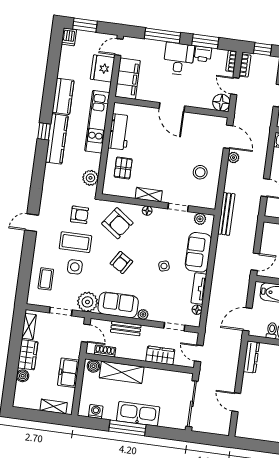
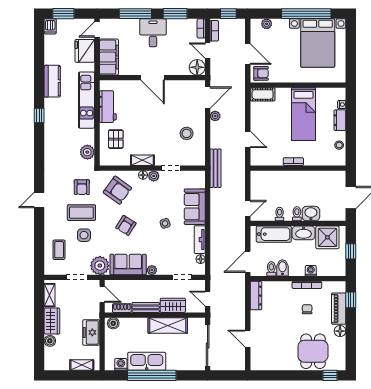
printer: (203, 54) -> (175, 25), removed
door: (228, 137) -> (208, 98), hinge flipped
kitchen counter: (57, 139) -> (52, 121), removed
armchair: (79, 215) -> (82, 187), turned 90
plant: (200, 219) -> (154, 176), moved
bench: (126, 329) -> (146, 307), moved
shelving: (122, 372) -> (168, 325), moved
kitchen sink: (138, 414) -> (147, 361), moved
window: (127, 428) -> (152, 375), width x1.46

